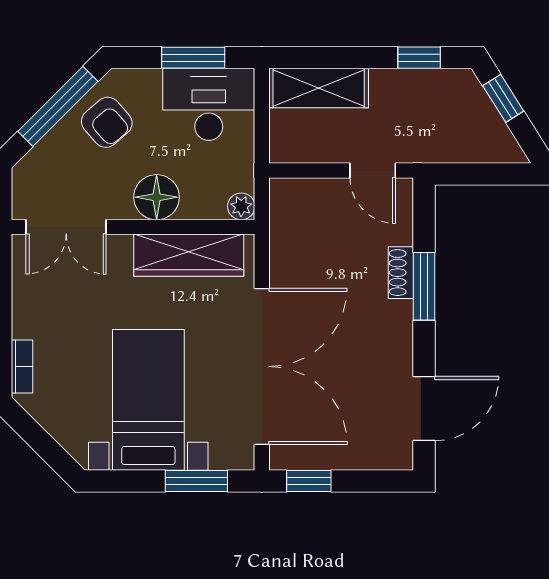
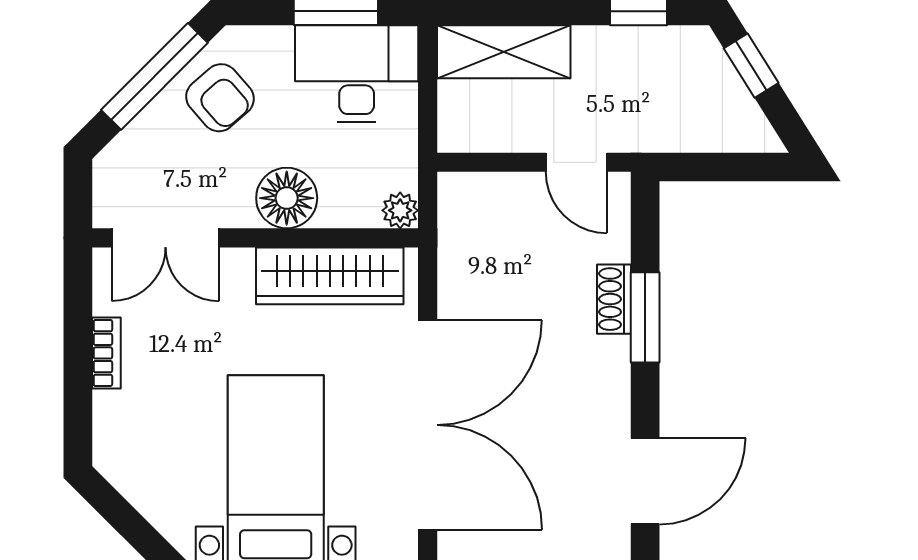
bookcase: (22, 367) -> (106, 353), moved

